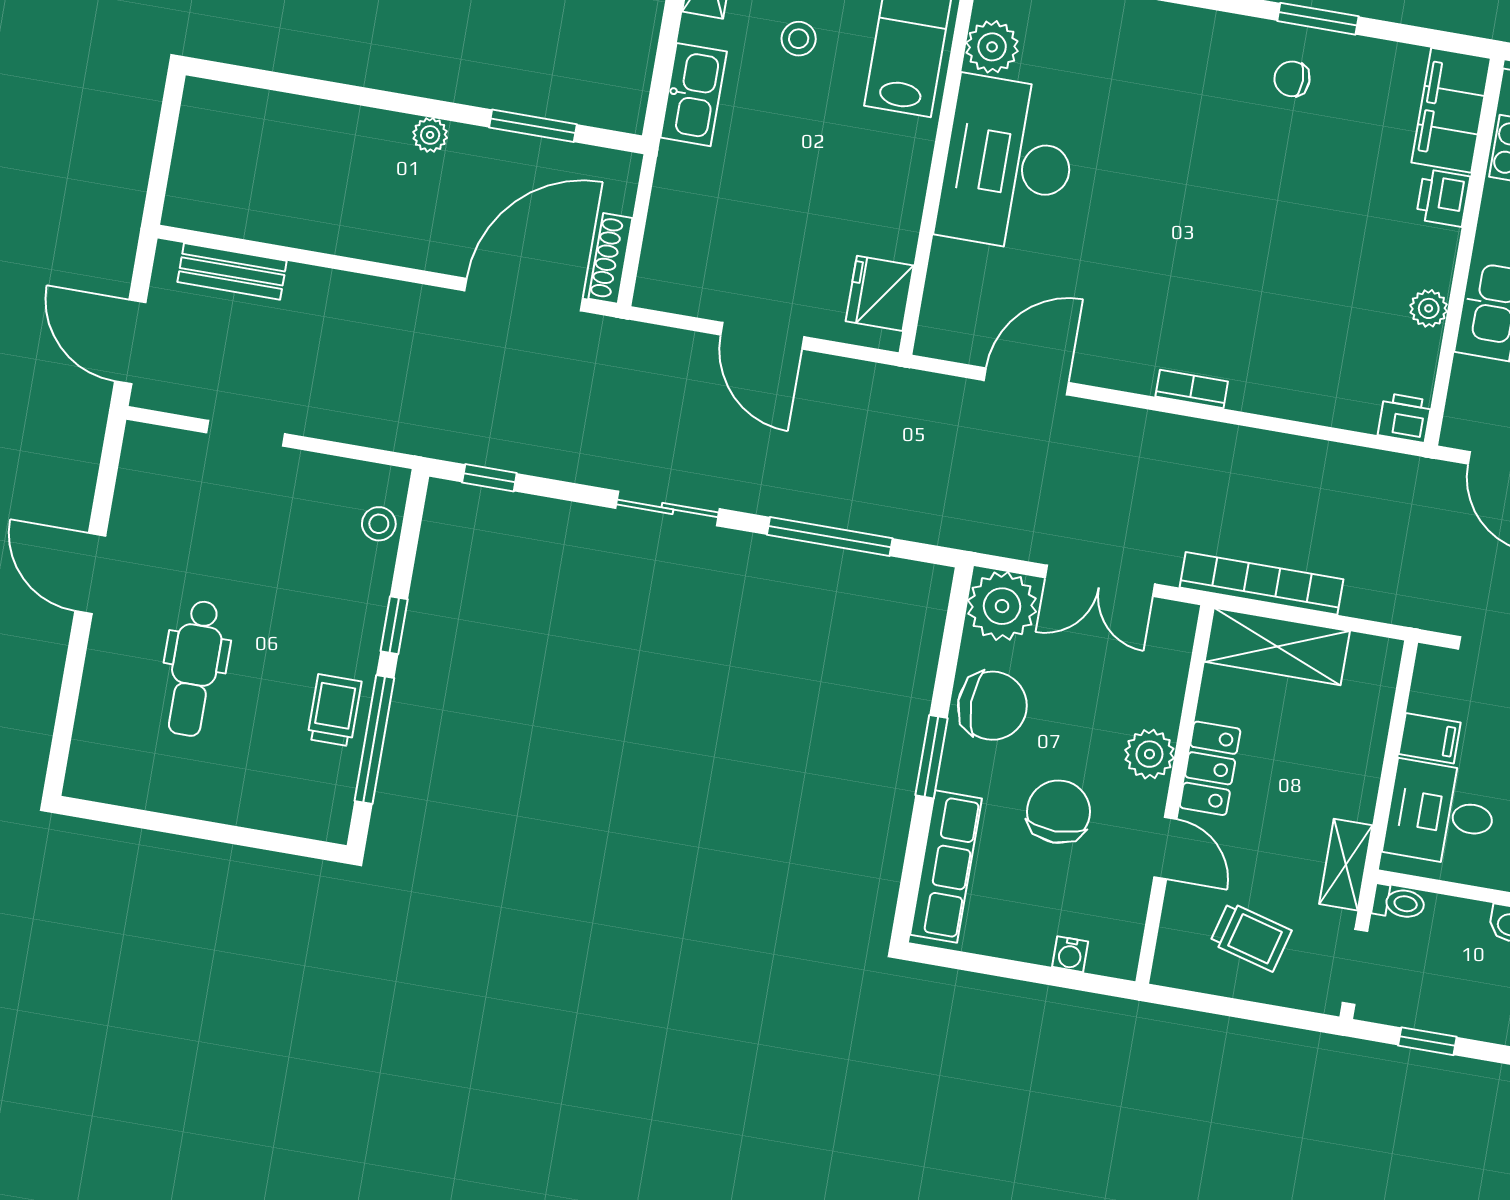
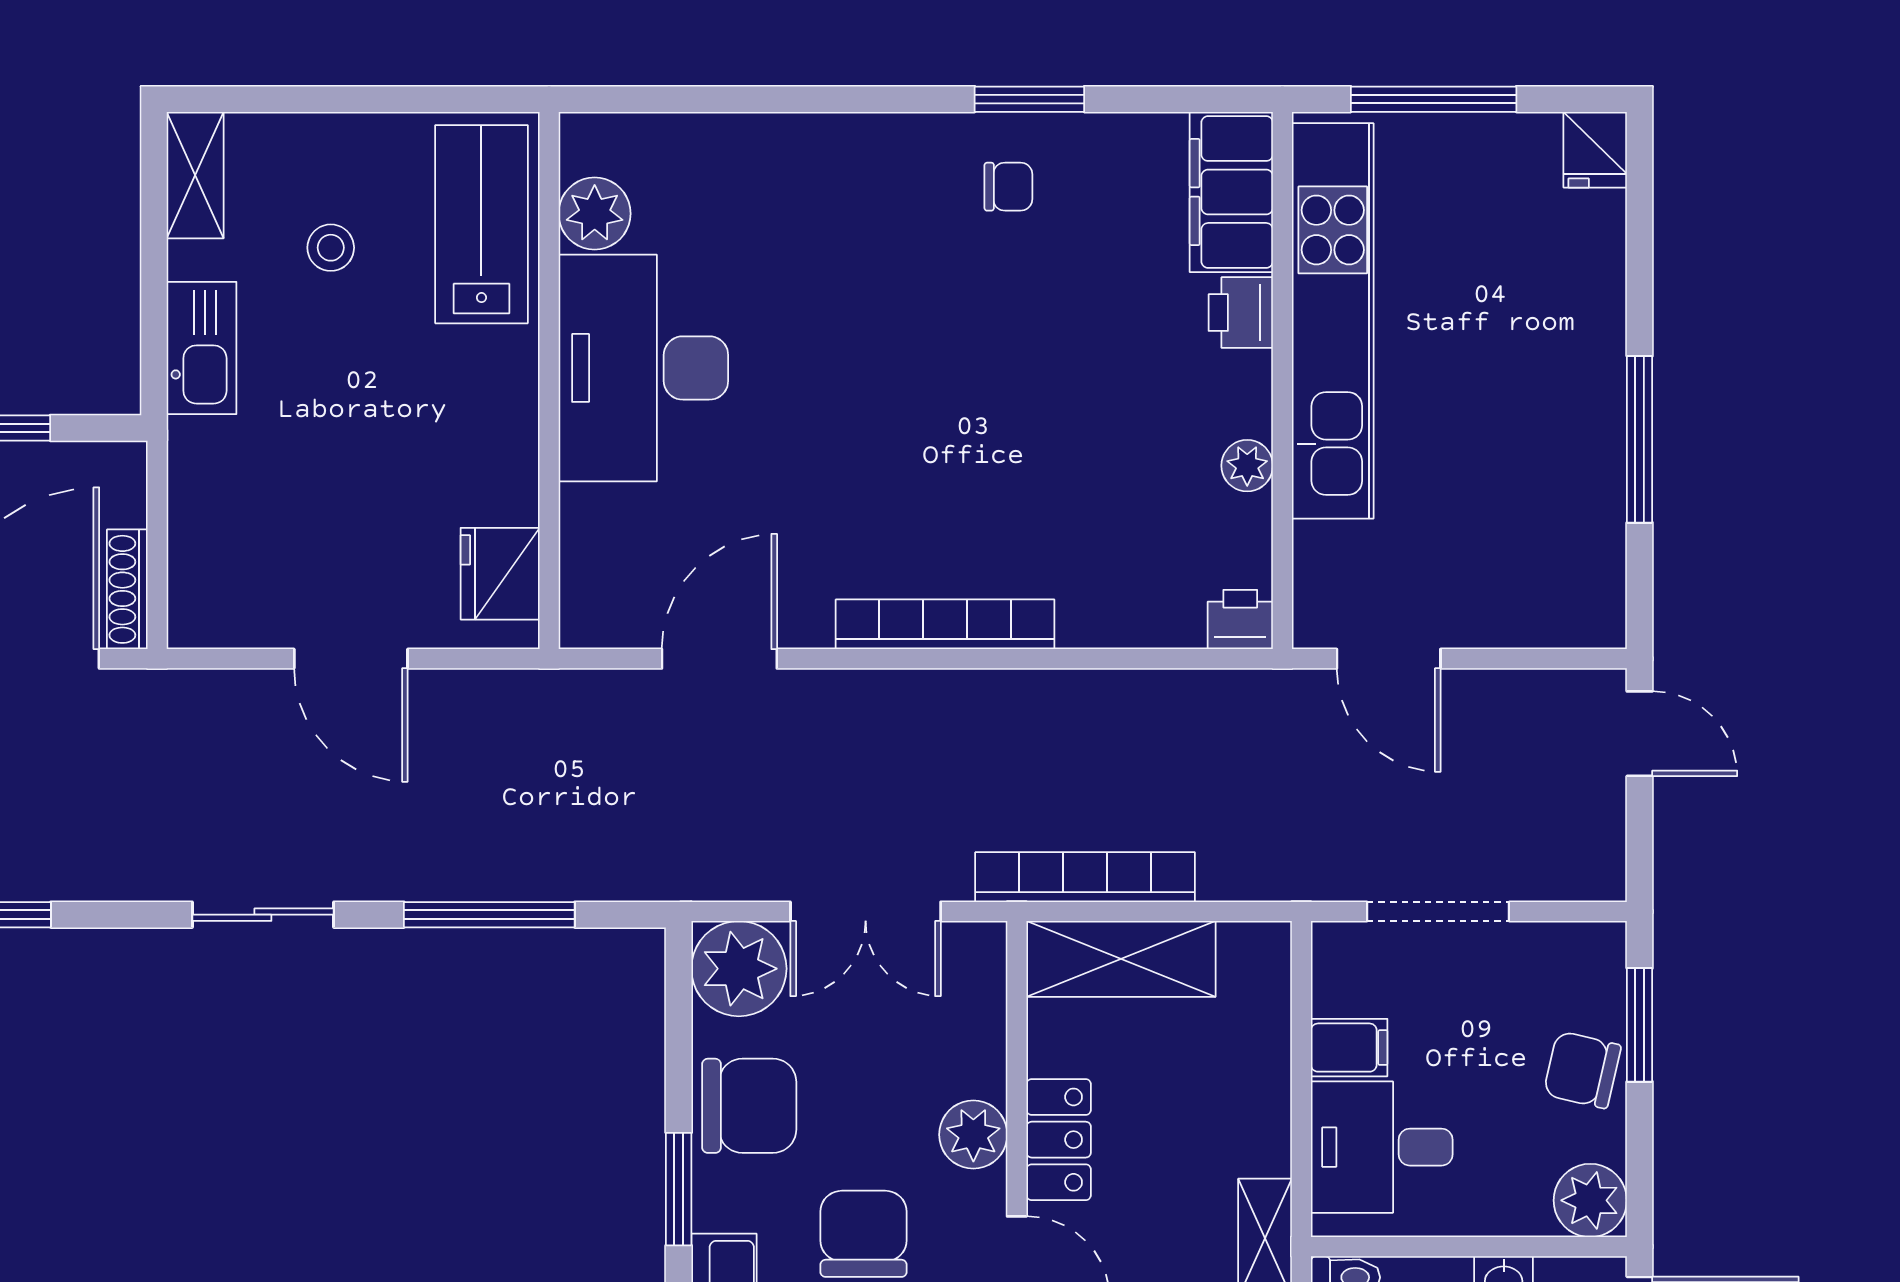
chair: (1292, 79) -> (1008, 187), turned 180
bookcase: (1192, 389) -> (945, 624), width x2.31, depth x1.31

